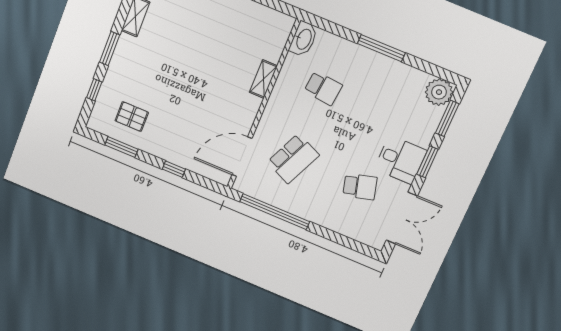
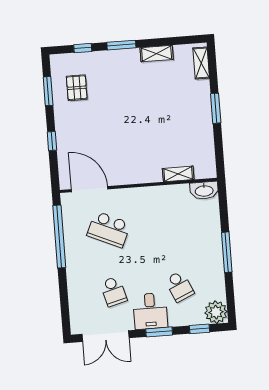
shelving: (263, 79) -> (178, 174), moved
school desk: (323, 88) -> (179, 286), moved, turned -30
window: (447, 118) -> (199, 329), width x0.67

